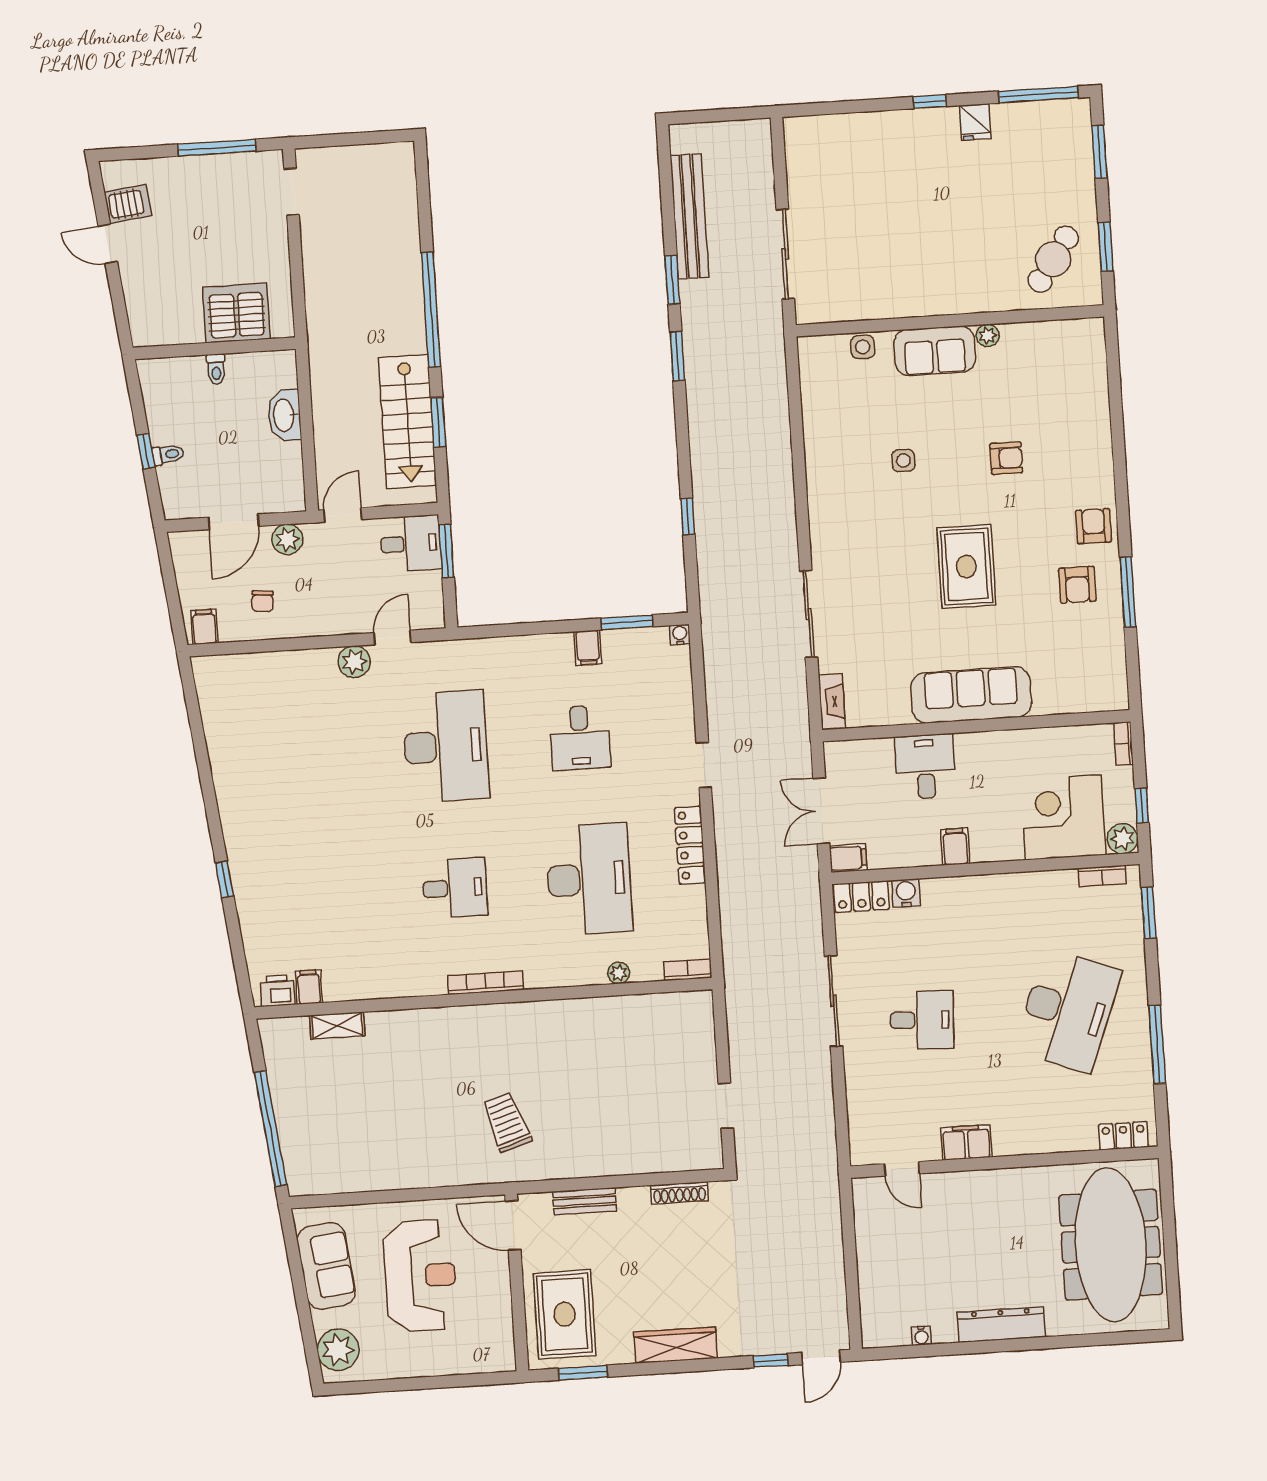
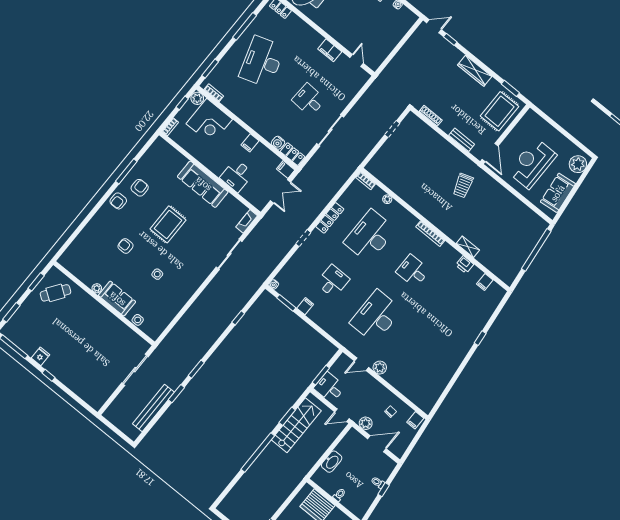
printer: (277, 991) -> (465, 265), moved
desk: (1068, 1011) -> (262, 62), turned -39
shelving: (337, 1026) -> (468, 247), moved

